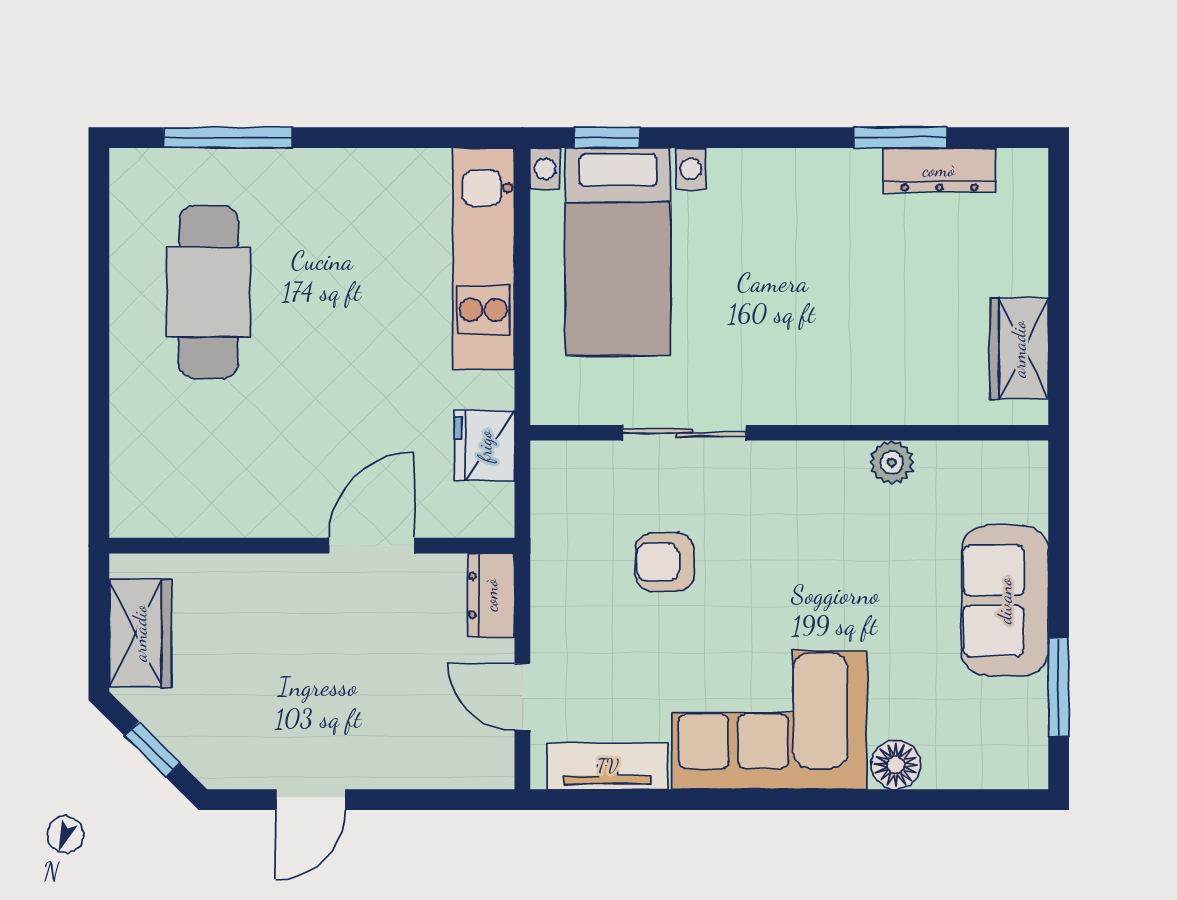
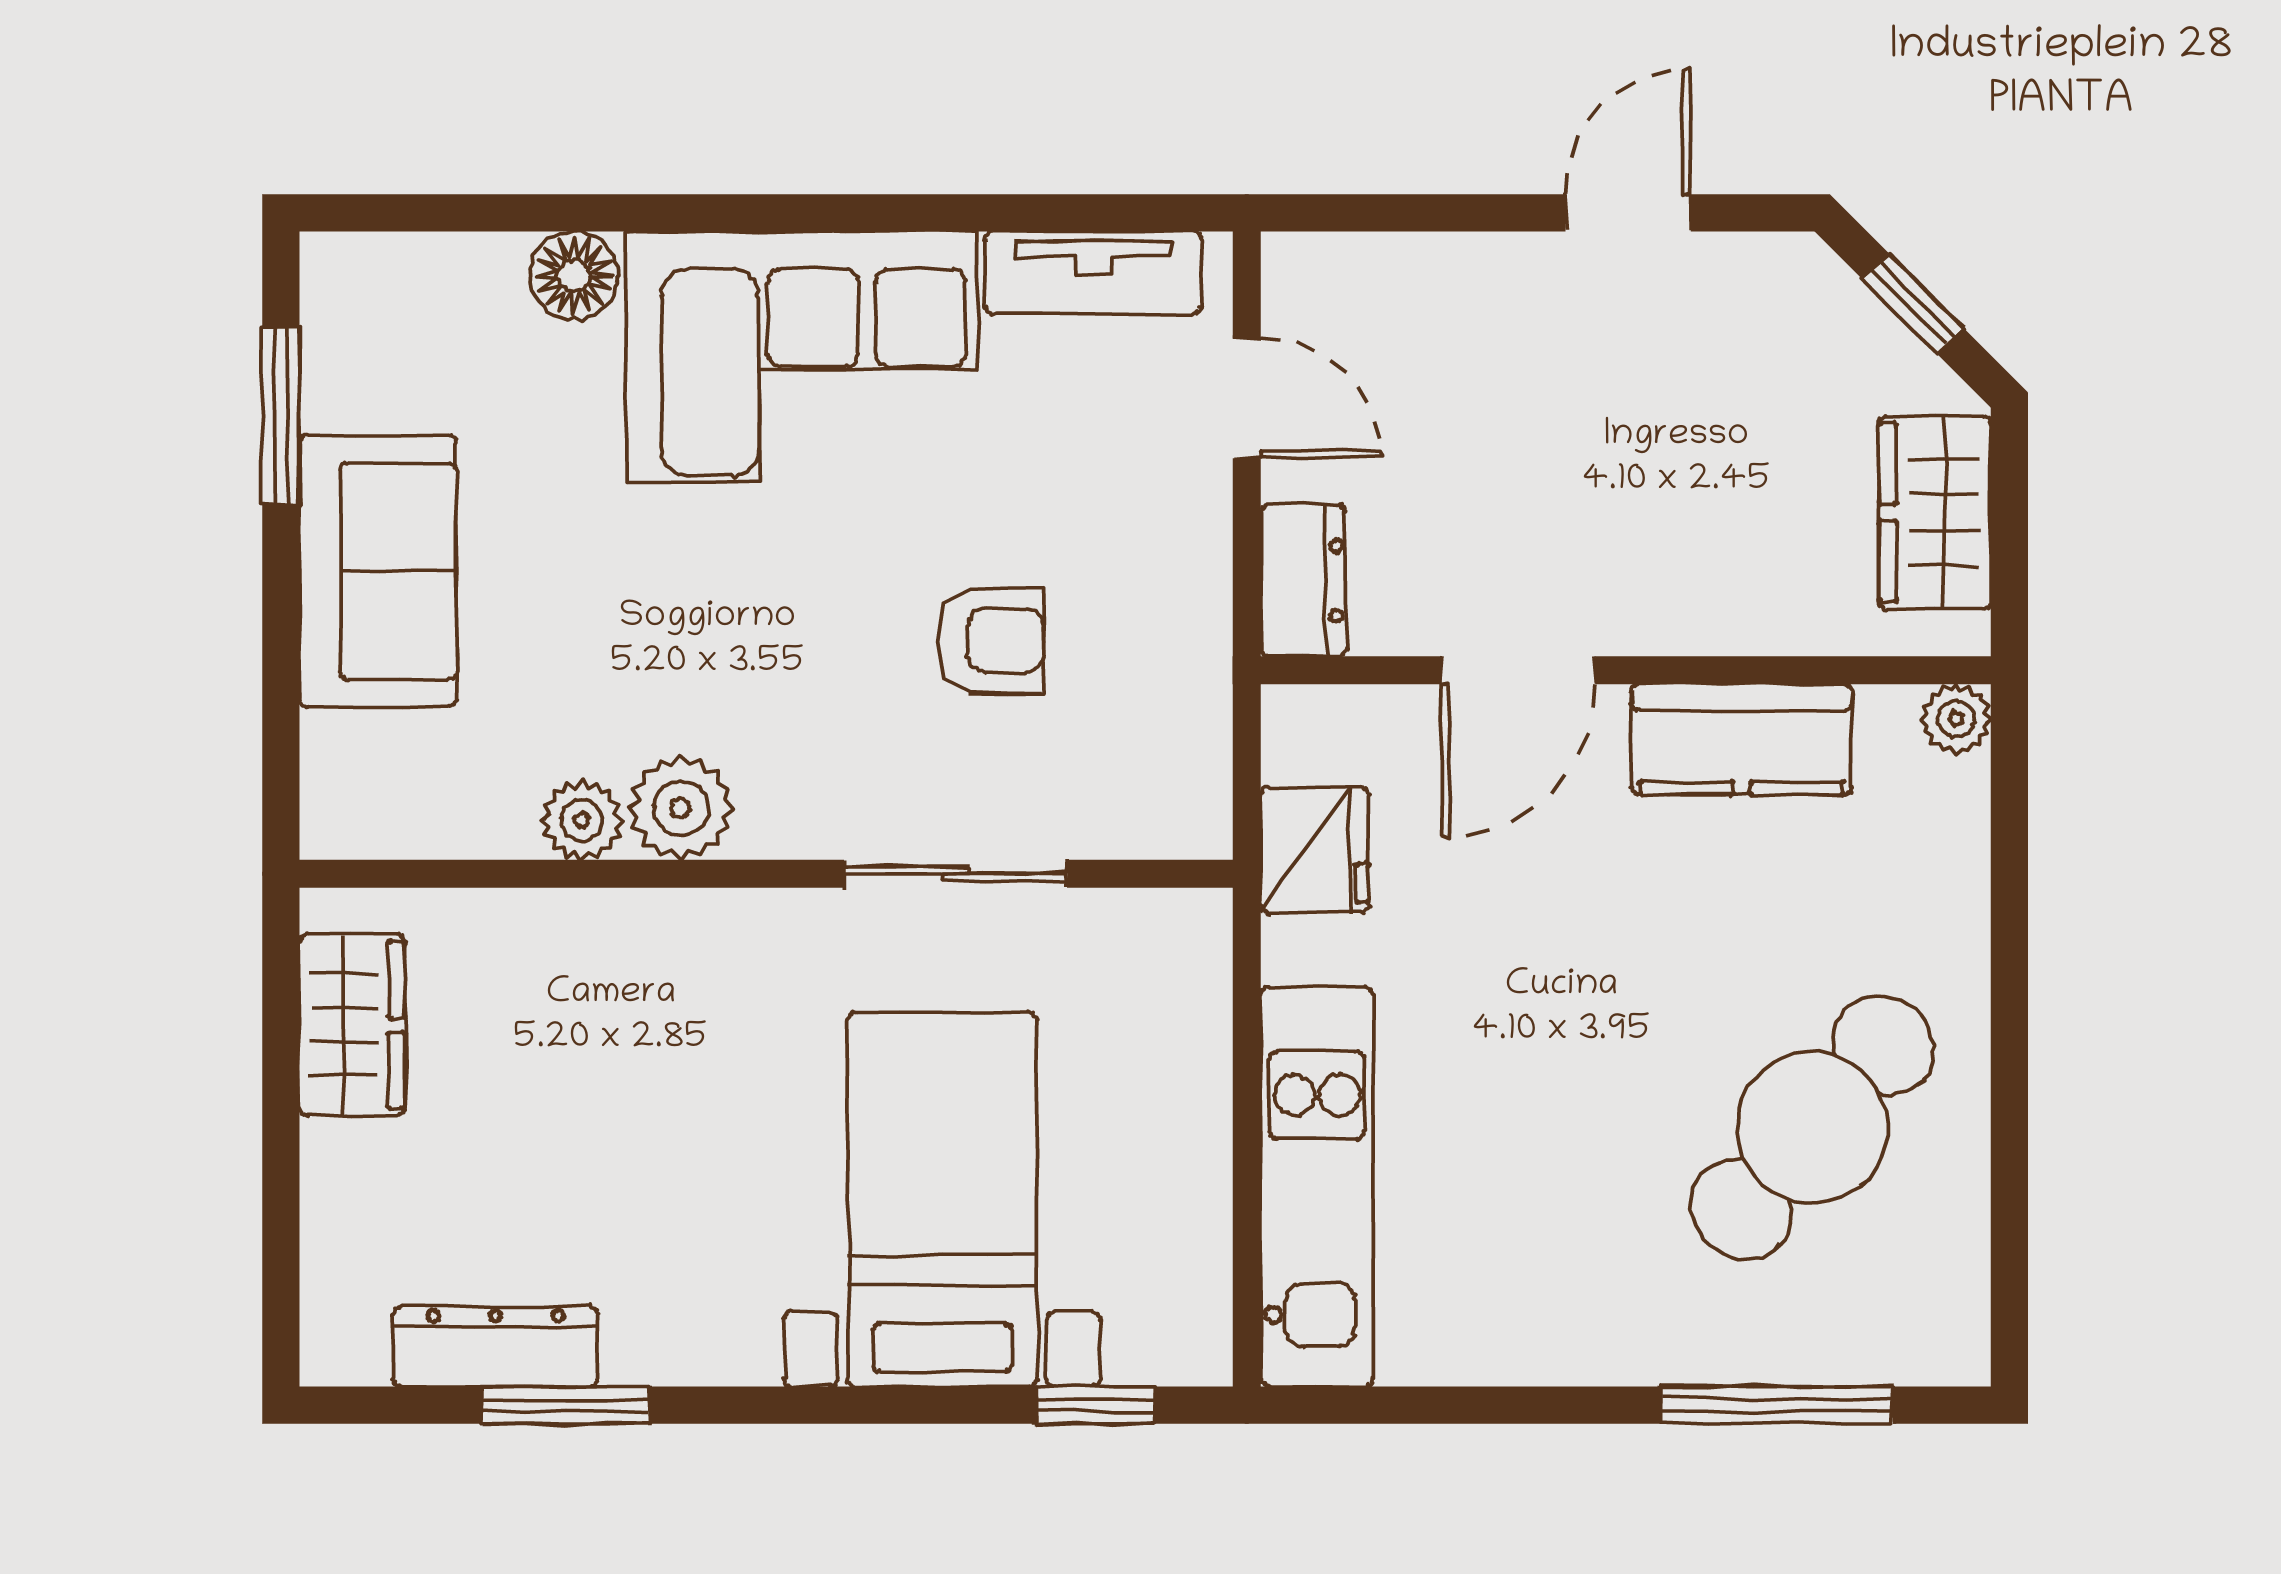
bed with nightstands: (618, 252) -> (942, 1199), moved
cafe table: (208, 292) -> (1812, 1127), turned 41
plant: (837, 469) -> (680, 808), added
kitchen counter: (248, 507) -> (1742, 739), added
plant: (129, 519) -> (1956, 719), added

